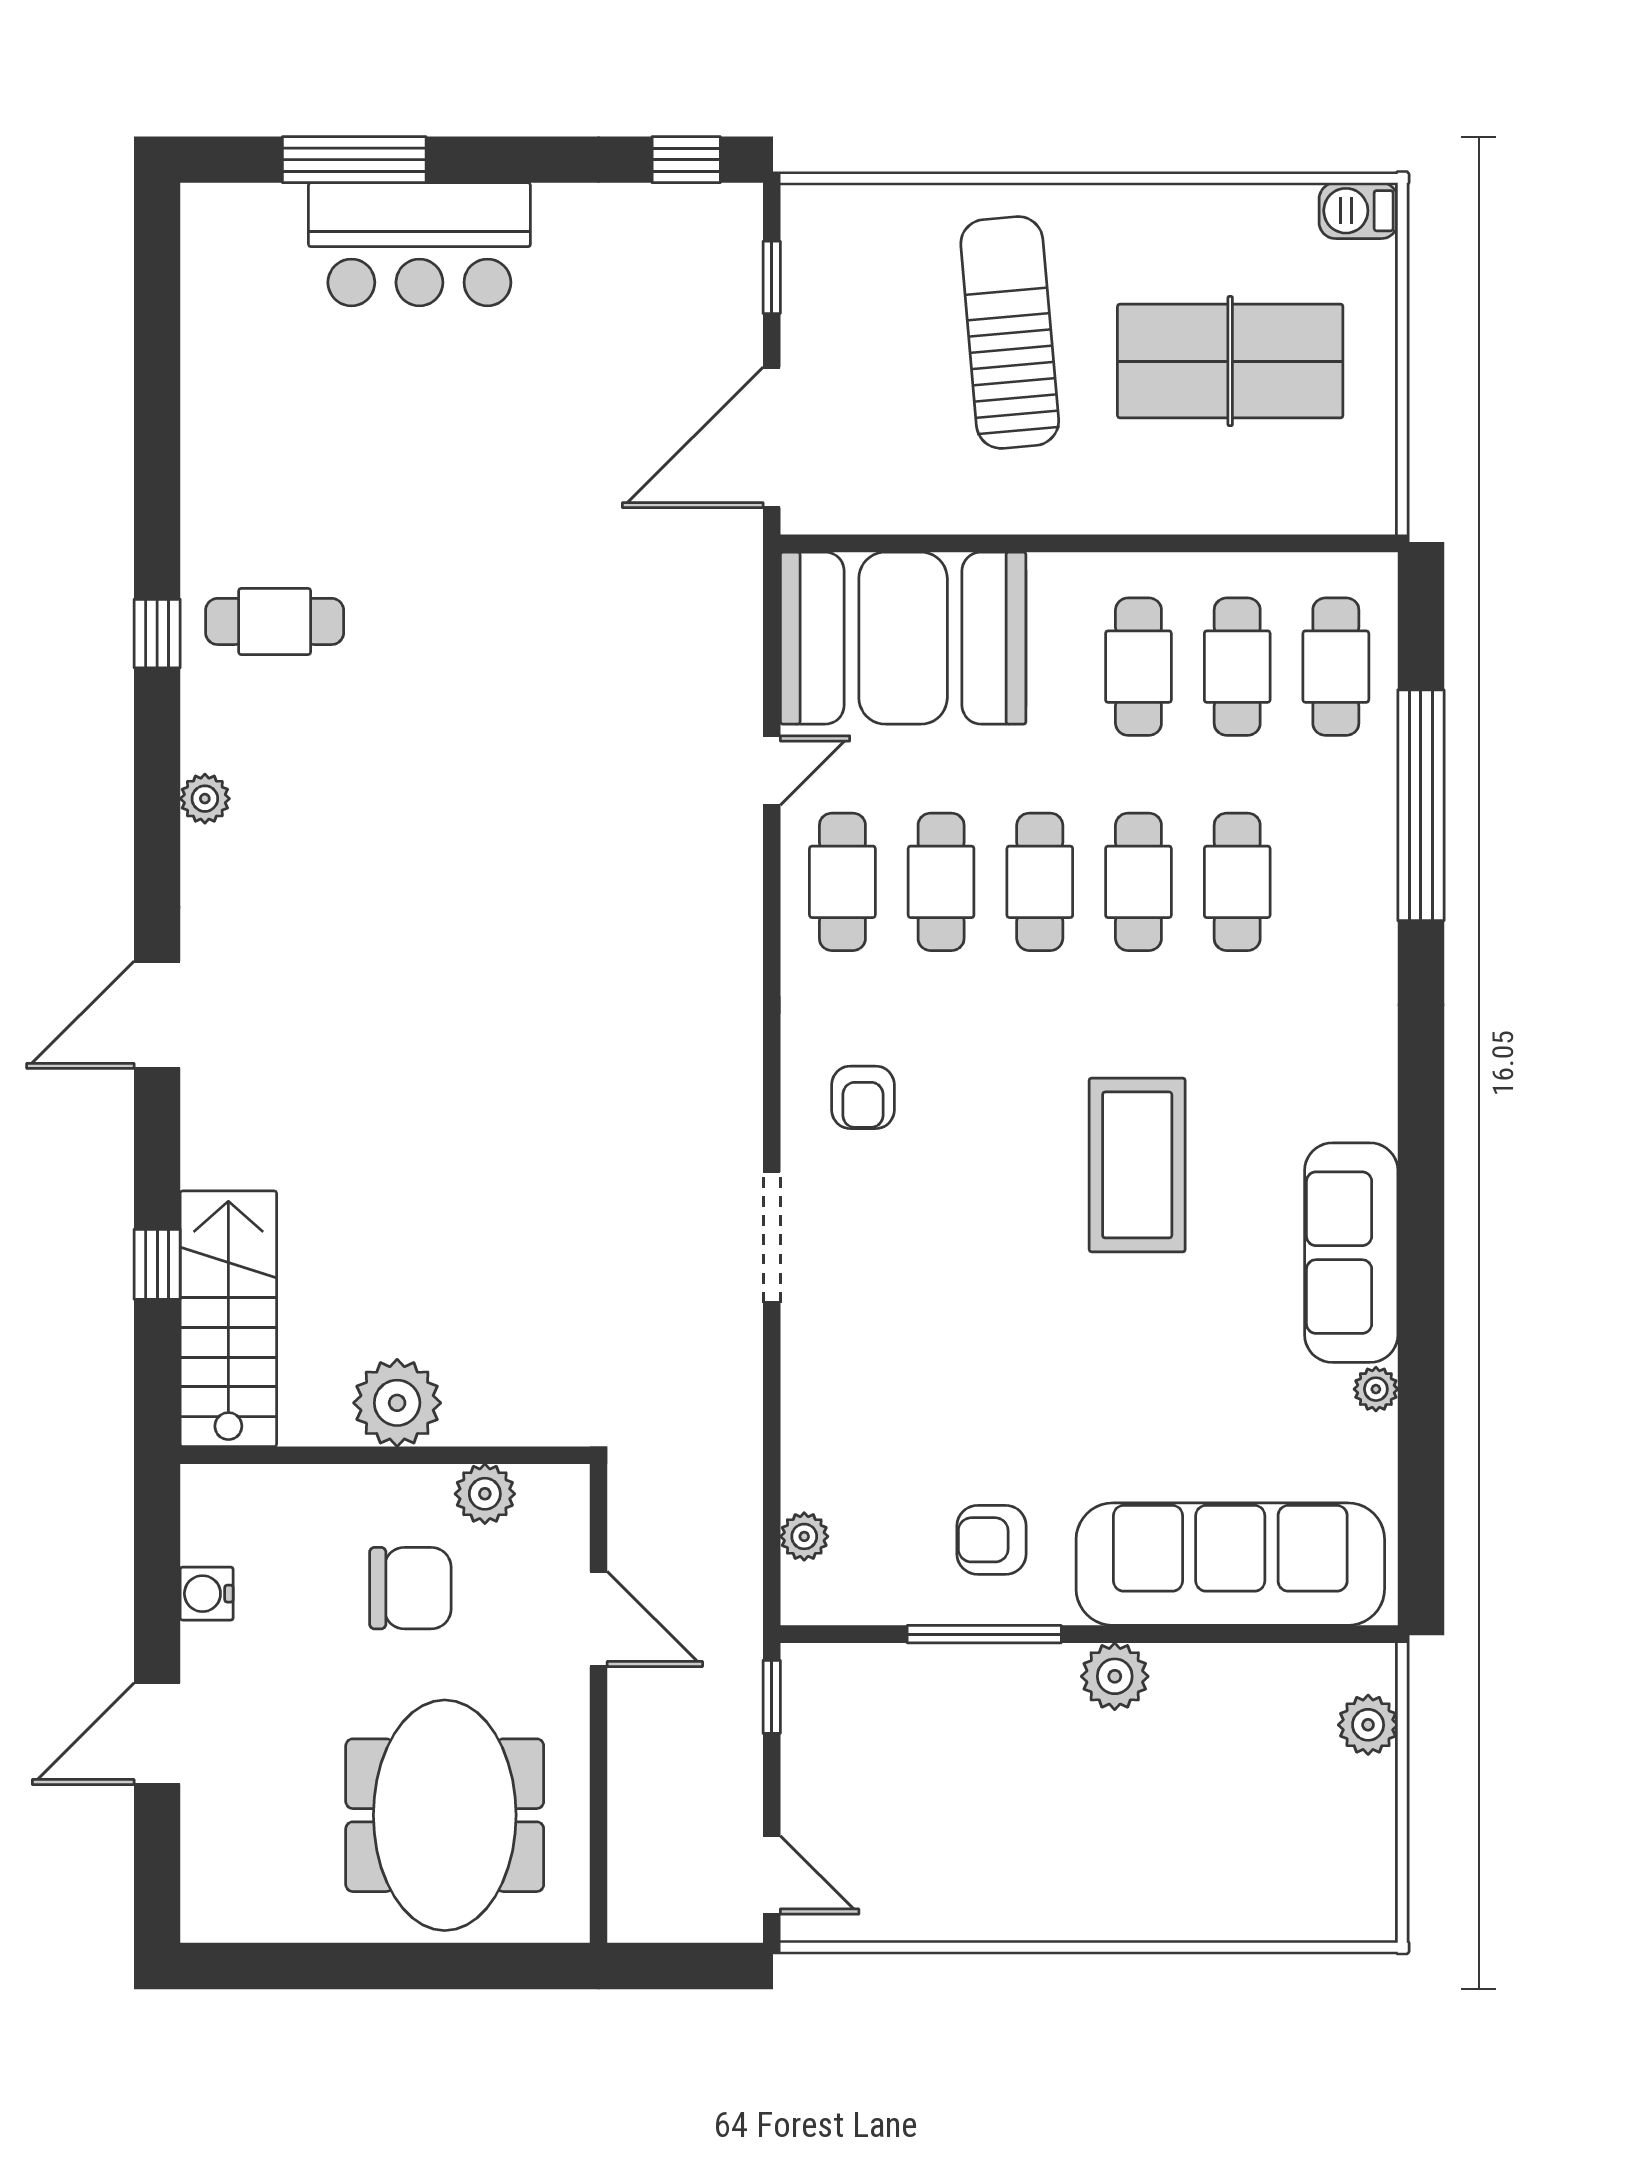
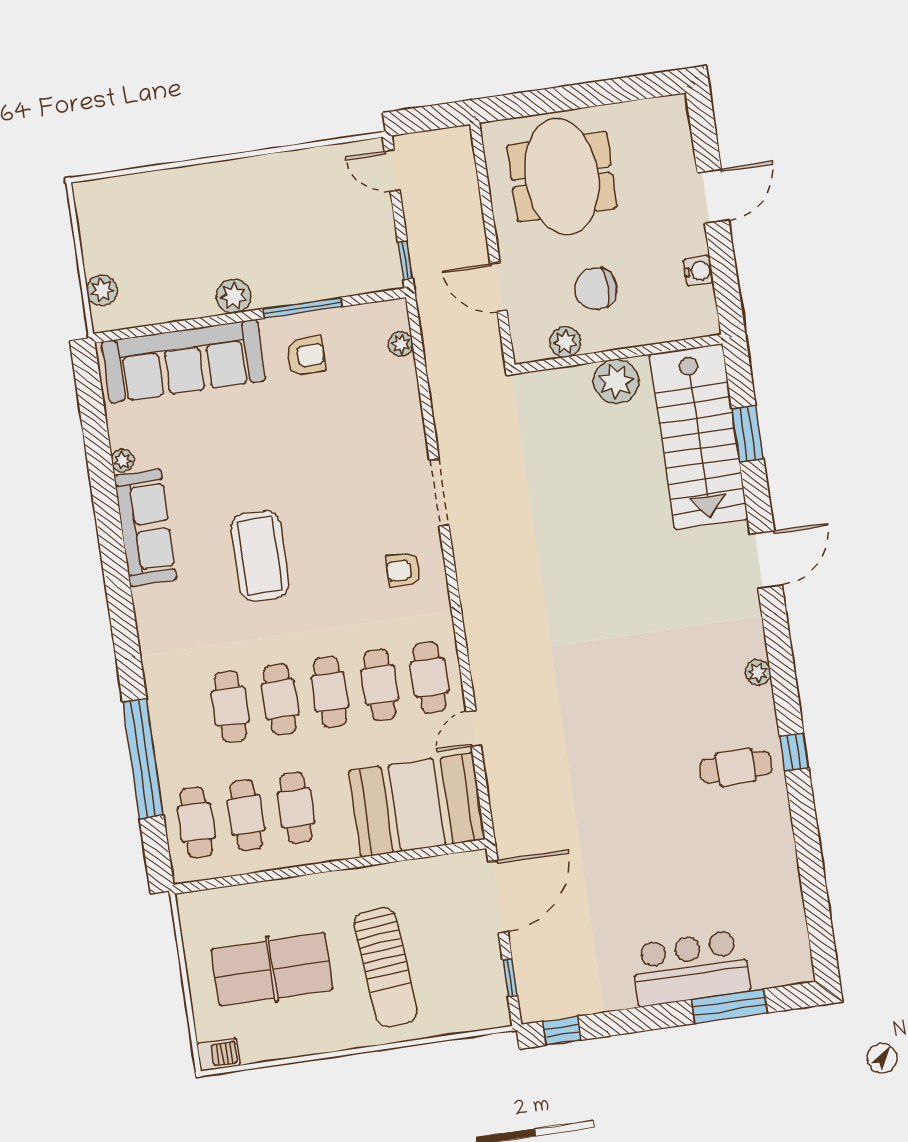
armchair: (863, 1097) -> (403, 570), turned -90
window: (157, 1264) -> (748, 434), width x1.50
stairs: (228, 1319) -> (699, 437), width x1.36, depth x1.51

